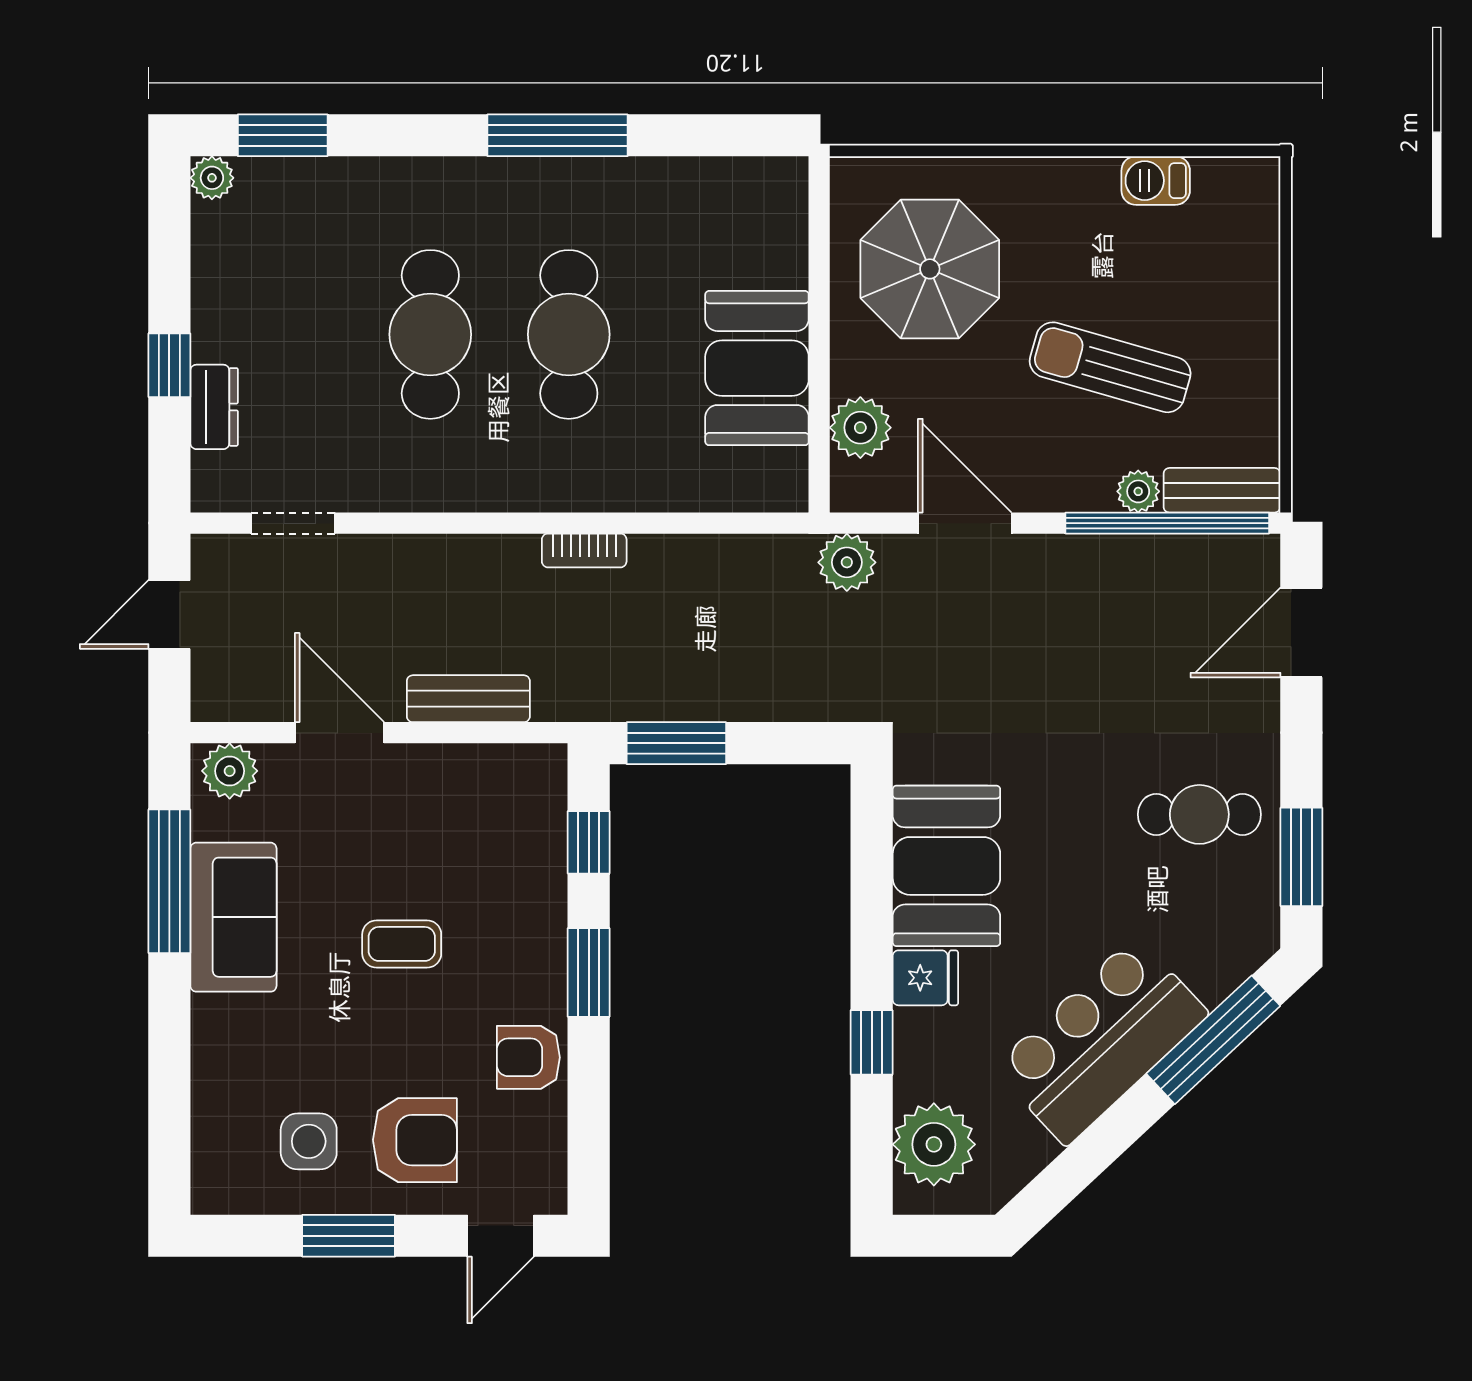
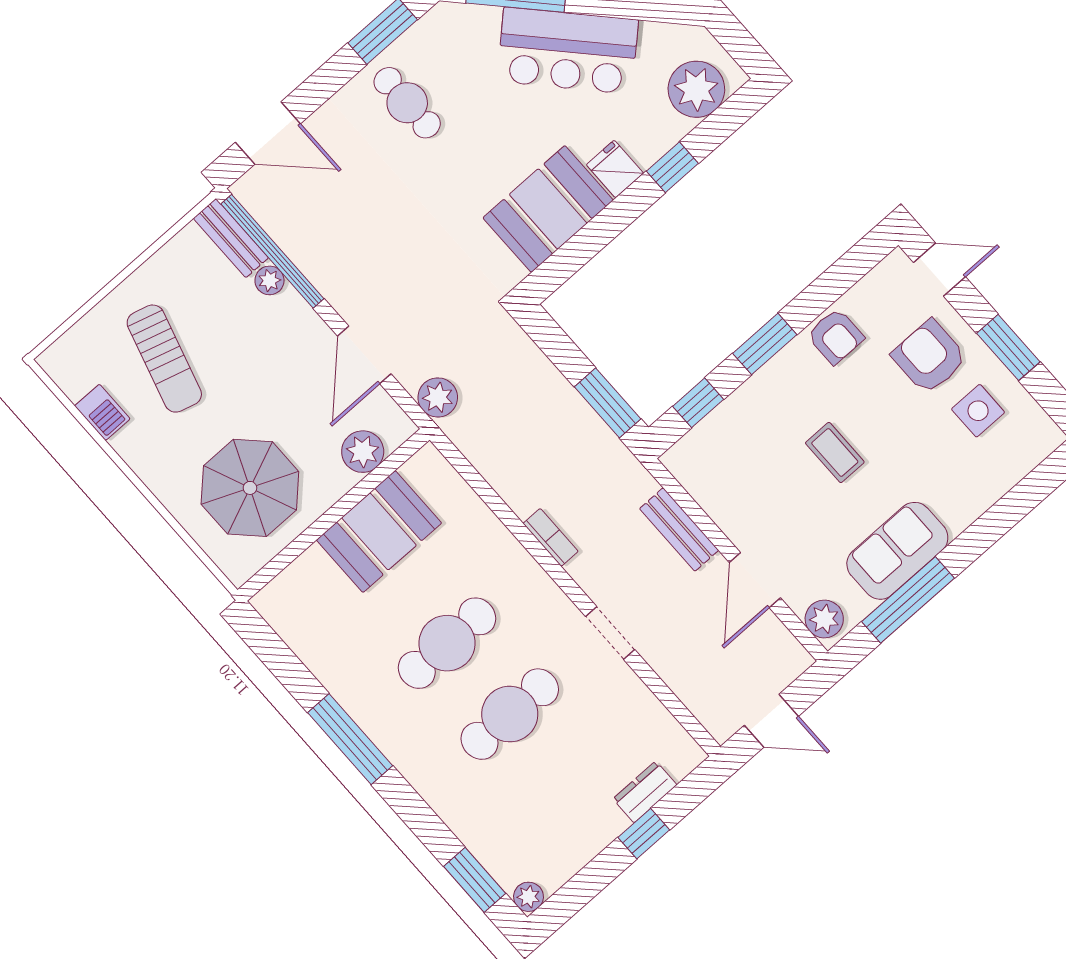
sun lounger: (1110, 367) -> (164, 359), moved
doorway: (293, 523) -> (610, 633), moved

